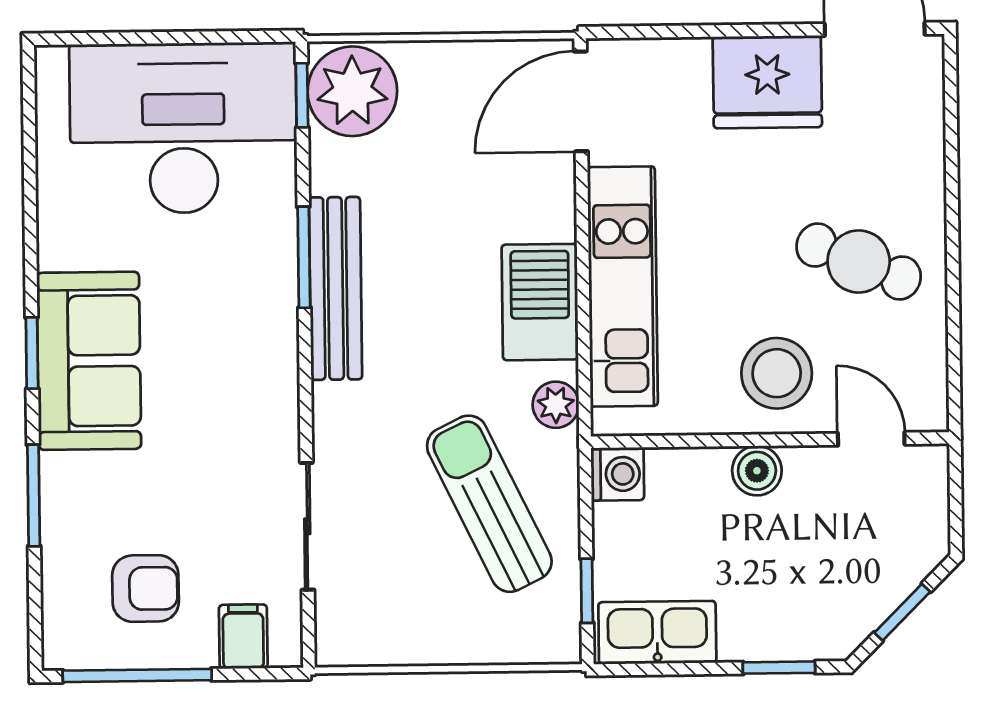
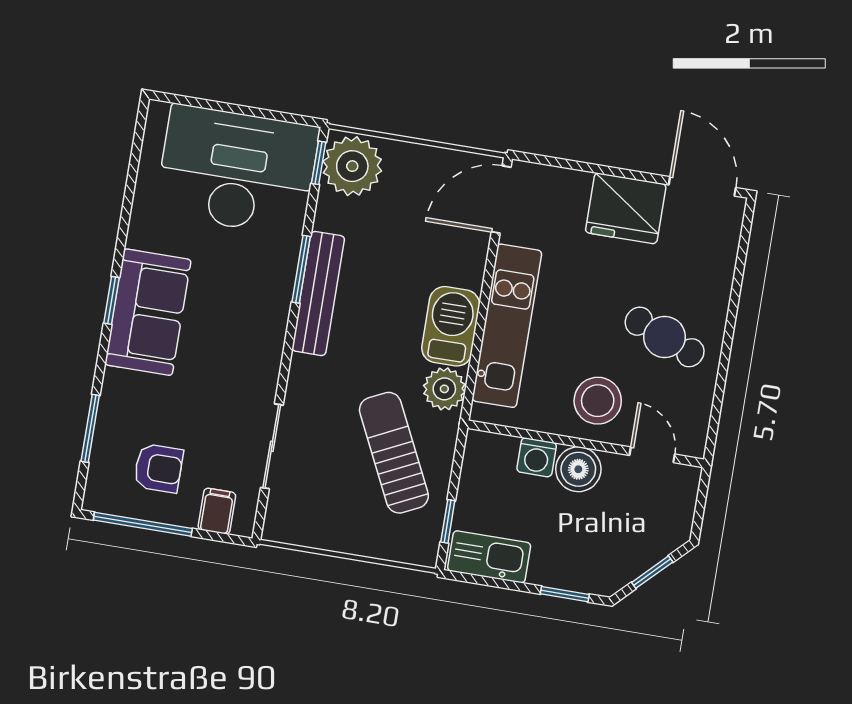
plant: (556, 405) -> (444, 389), width x1.38, depth x1.38
boiler: (757, 471) -> (578, 469), width x1.36, depth x1.36
washing machine: (617, 474) -> (537, 457), moved, turned 90
window: (34, 495) -> (90, 428), moved

